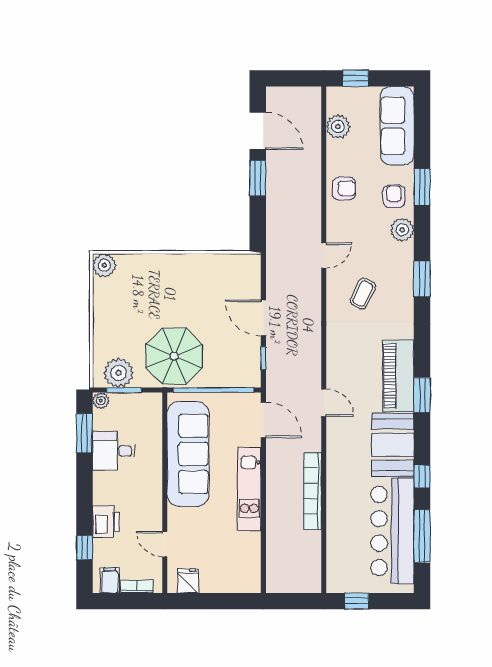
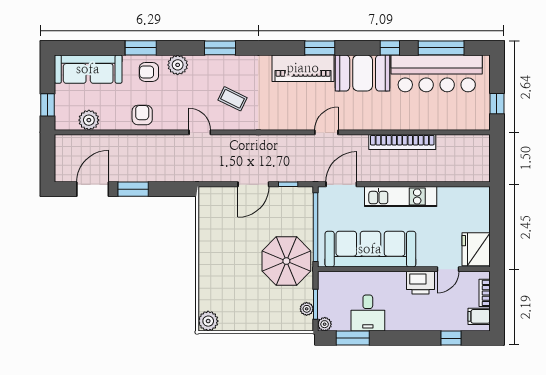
plant: (119, 373) -> (307, 309), width x0.53, depth x0.53
printer: (106, 522) -> (420, 283), moved, turned 180
fridge: (188, 581) -> (476, 249), width x1.88, depth x1.34

